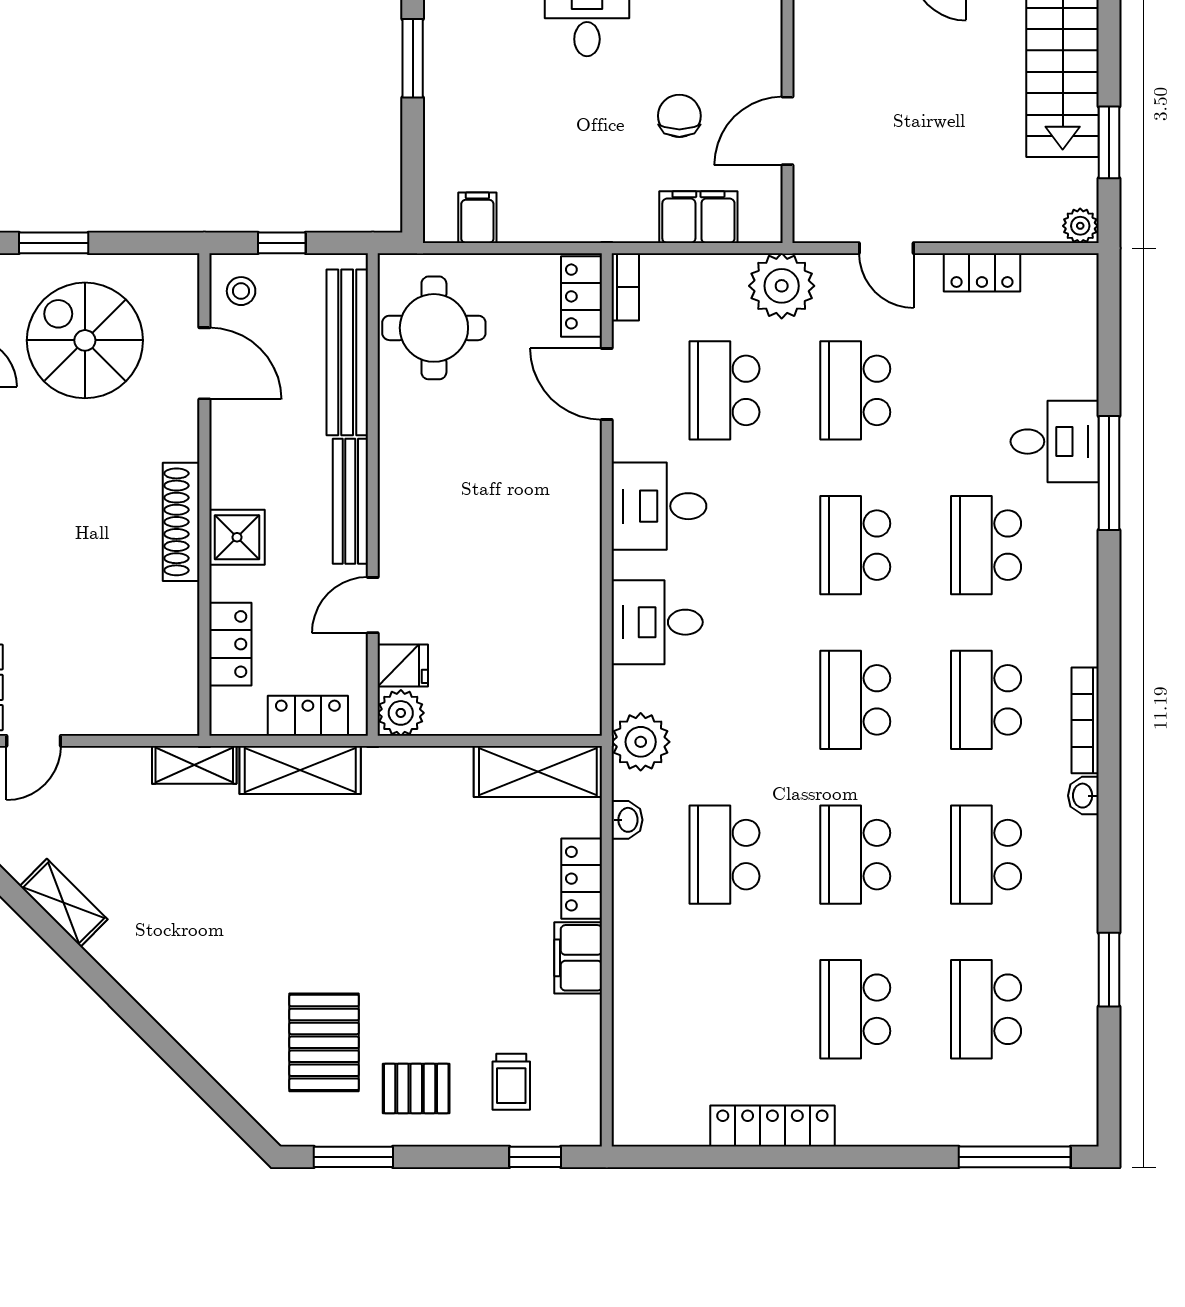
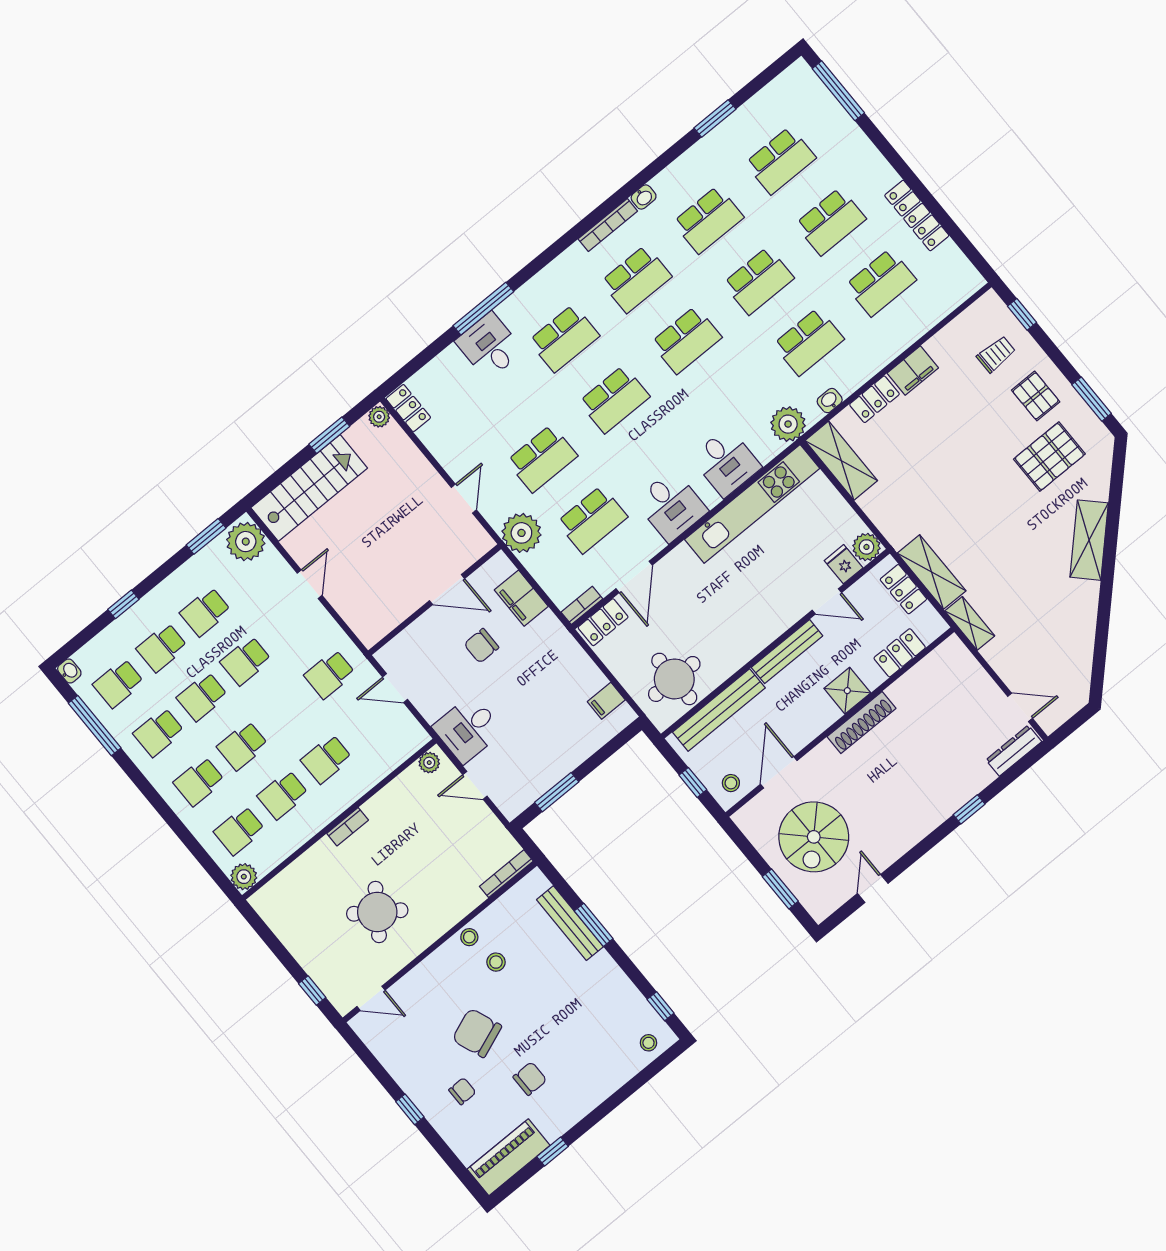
locker: (982, 272) -> (408, 408), moved
kitchen unit: (576, 612) -> (752, 504), added
shelving: (64, 903) -> (1089, 540), moved, width x1.50, depth x1.33
school desk: (724, 1009) -> (881, 283), added

